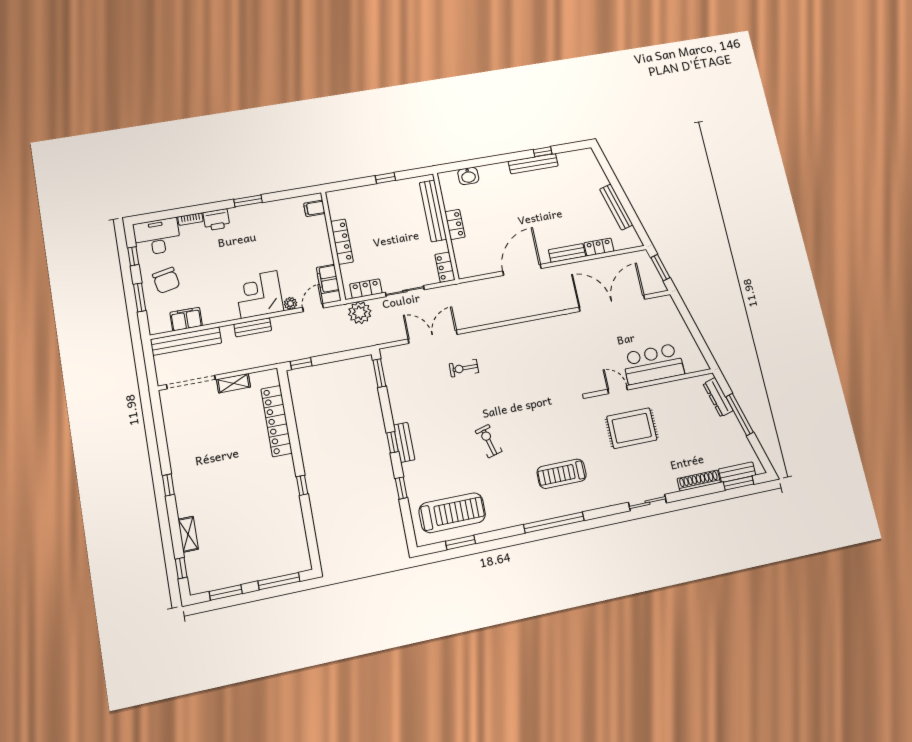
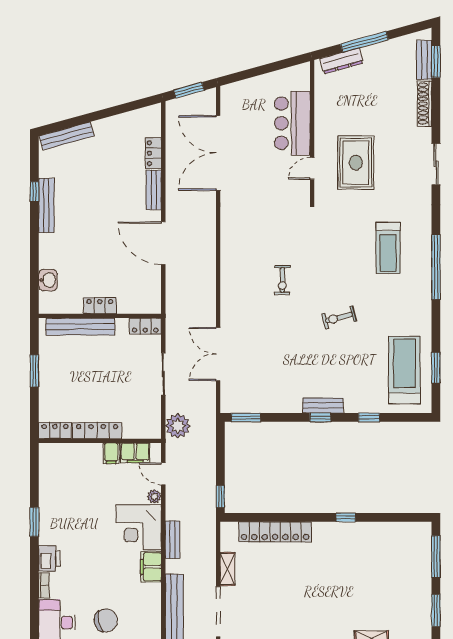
window: (385, 178) -> (34, 371), width x1.50
bench: (616, 207) -> (67, 136), moved
filing cabinet: (314, 208) -> (111, 453), moved
locker: (366, 289) -> (55, 431), moved, turned 90
filing cabinet: (186, 319) -> (151, 567), moved
exercise bike: (464, 368) -> (282, 280), moved

